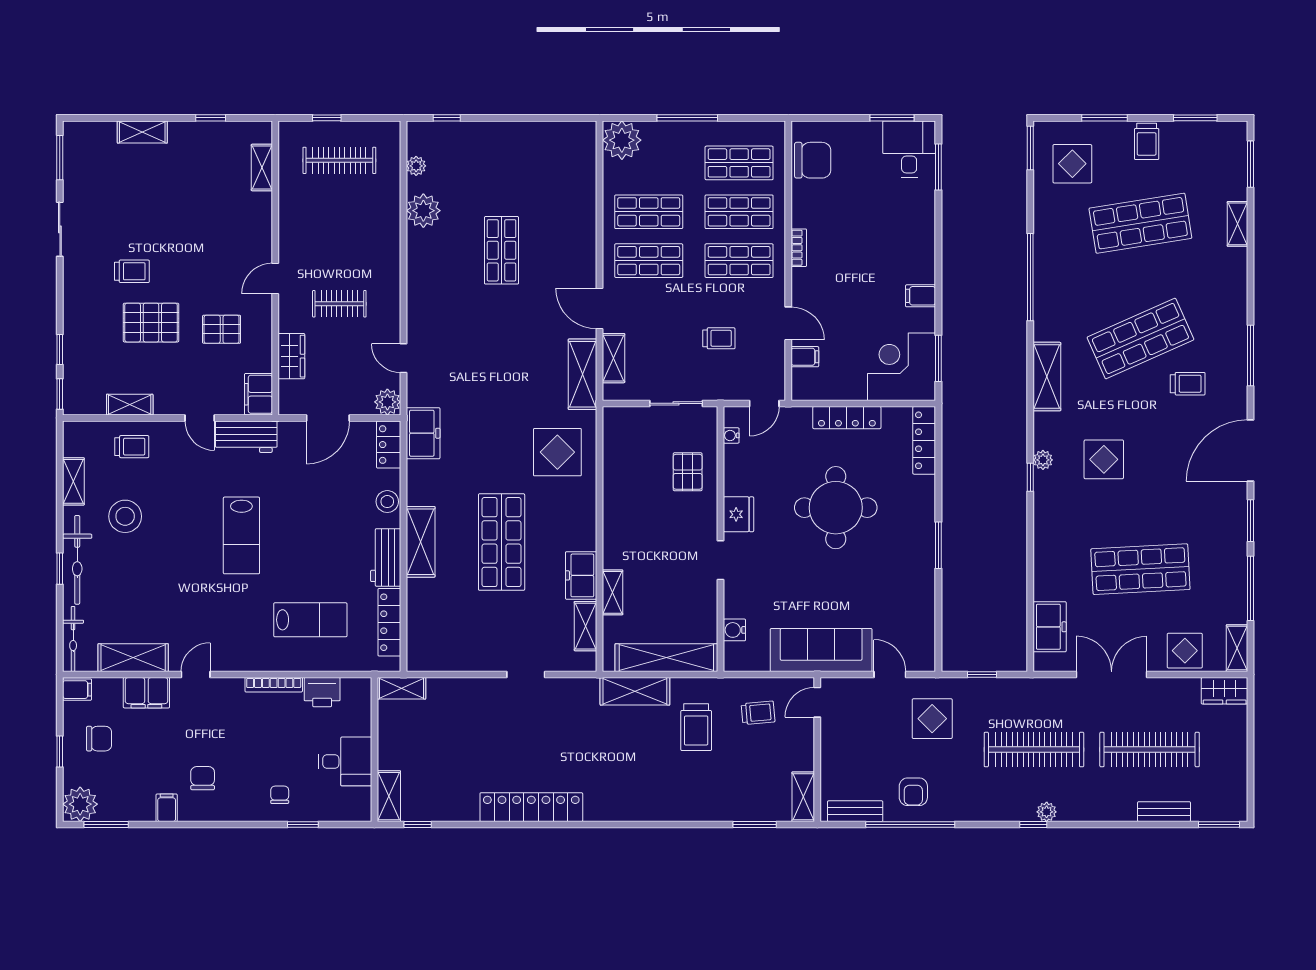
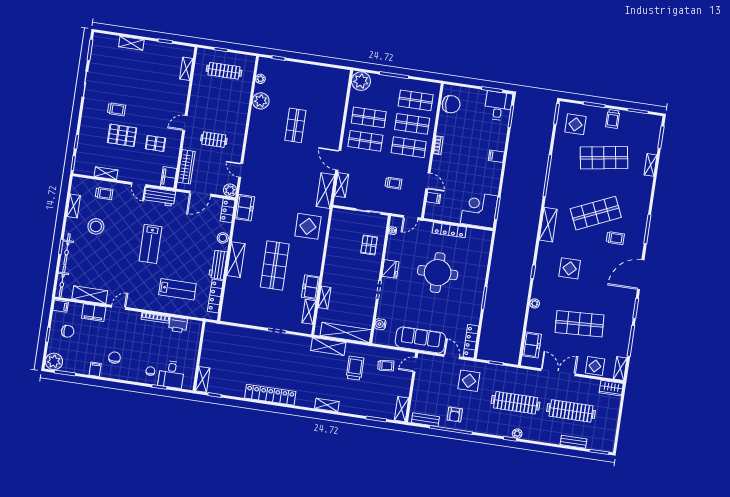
filing cabinet: (921, 296) -> (496, 156), moved
wardrobe: (291, 356) -> (186, 167), width x1.50
locker: (924, 440) -> (471, 341), moved
plant: (1043, 460) -> (535, 303), moved
bicycle: (77, 560) -> (67, 249), width x0.73, depth x0.71
shelving: (401, 688) -> (327, 405), moved
trolley: (696, 727) -> (355, 368), turned 180
desk: (345, 761) -> (171, 374), moved, turned 90

